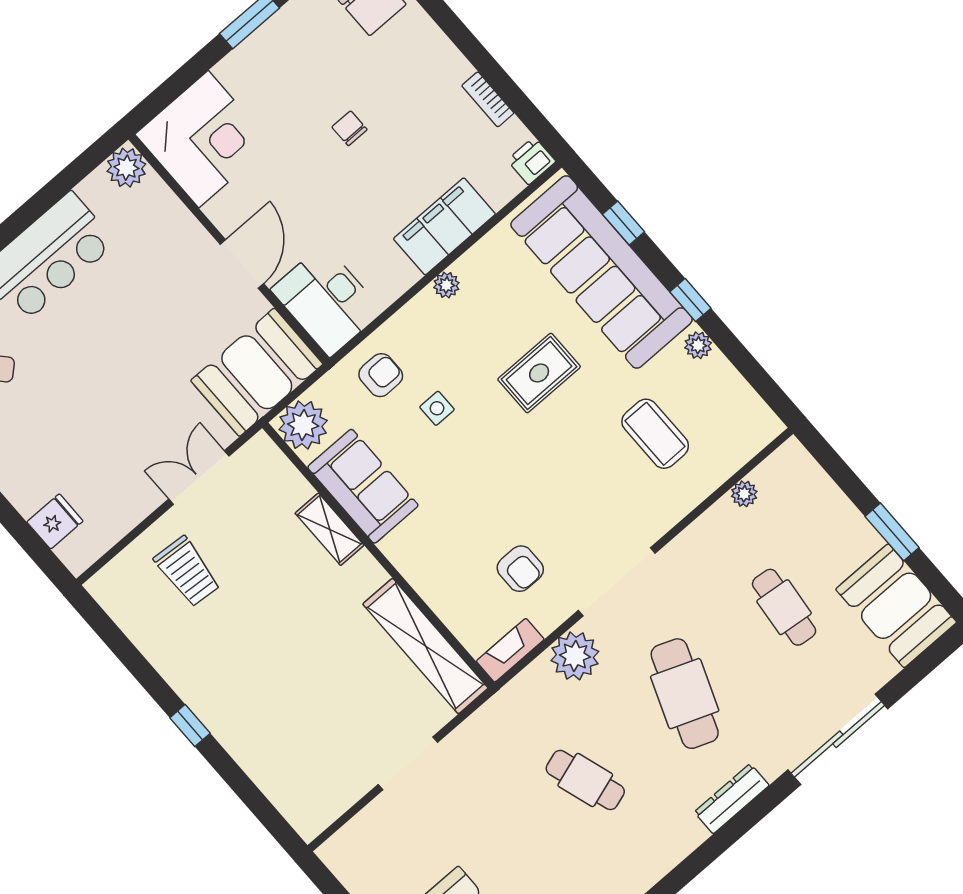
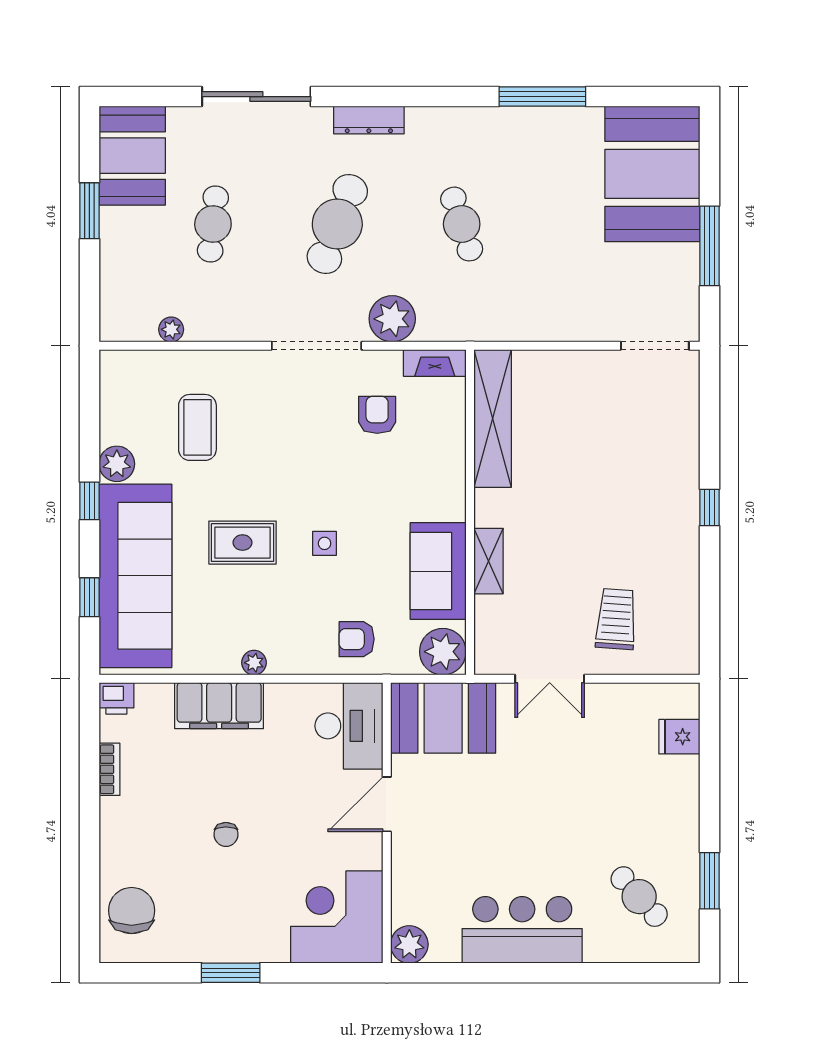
plant: (698, 345) -> (117, 464), width x1.38, depth x1.38
side table: (437, 408) -> (325, 543), moved
doorway: (408, 763) -> (655, 346), moved

